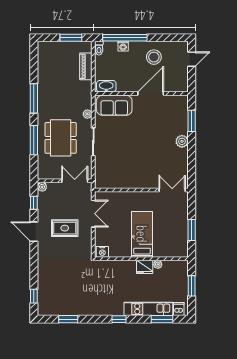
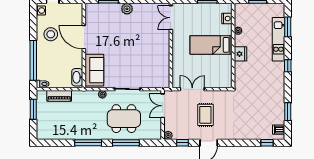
washing machine: (123, 46) -> (41, 11), moved
nightstand: (102, 252) -> (227, 19), moved
fridge: (145, 267) -> (240, 54), moved
dishwasher: (179, 309) -> (279, 130), moved

